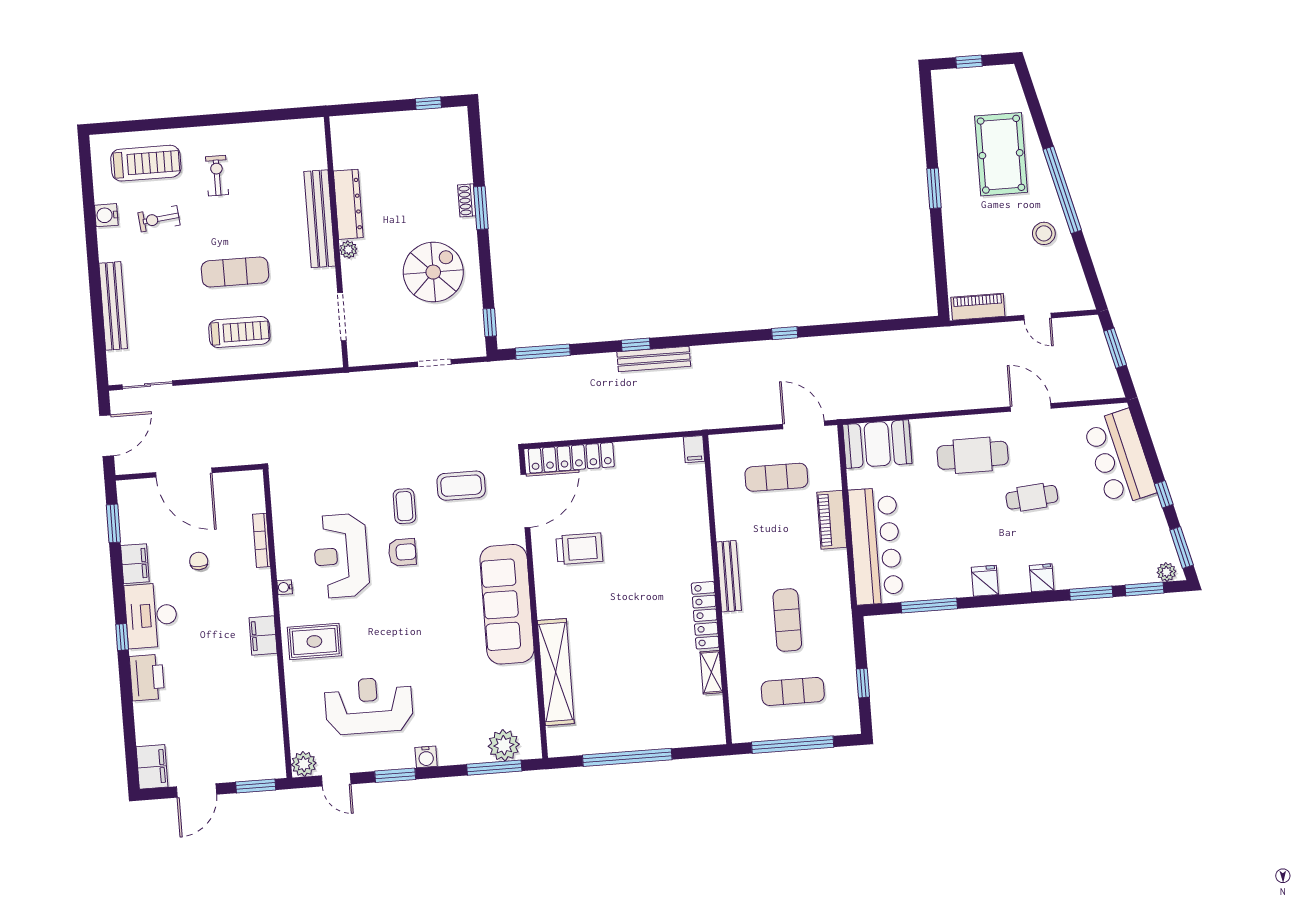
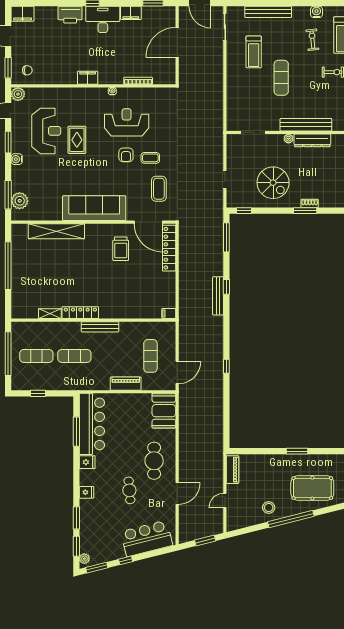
treadmill: (239, 332) -> (254, 52), moved
bar counter: (876, 546) -> (92, 424), moved, turned -90
chair: (199, 561) -> (27, 70), moved
rug: (314, 641) -> (77, 140), moved
exercise mat: (793, 691) -> (36, 356), turned 90

